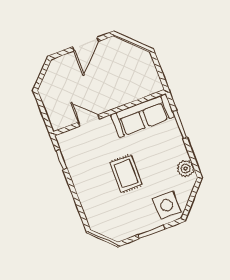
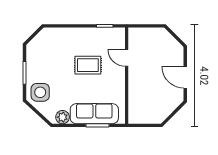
sofa: (143, 116) -> (94, 114), moved, turned 90
door: (89, 120) -> (127, 58), swing flipped
rug: (126, 174) -> (88, 65), moved

